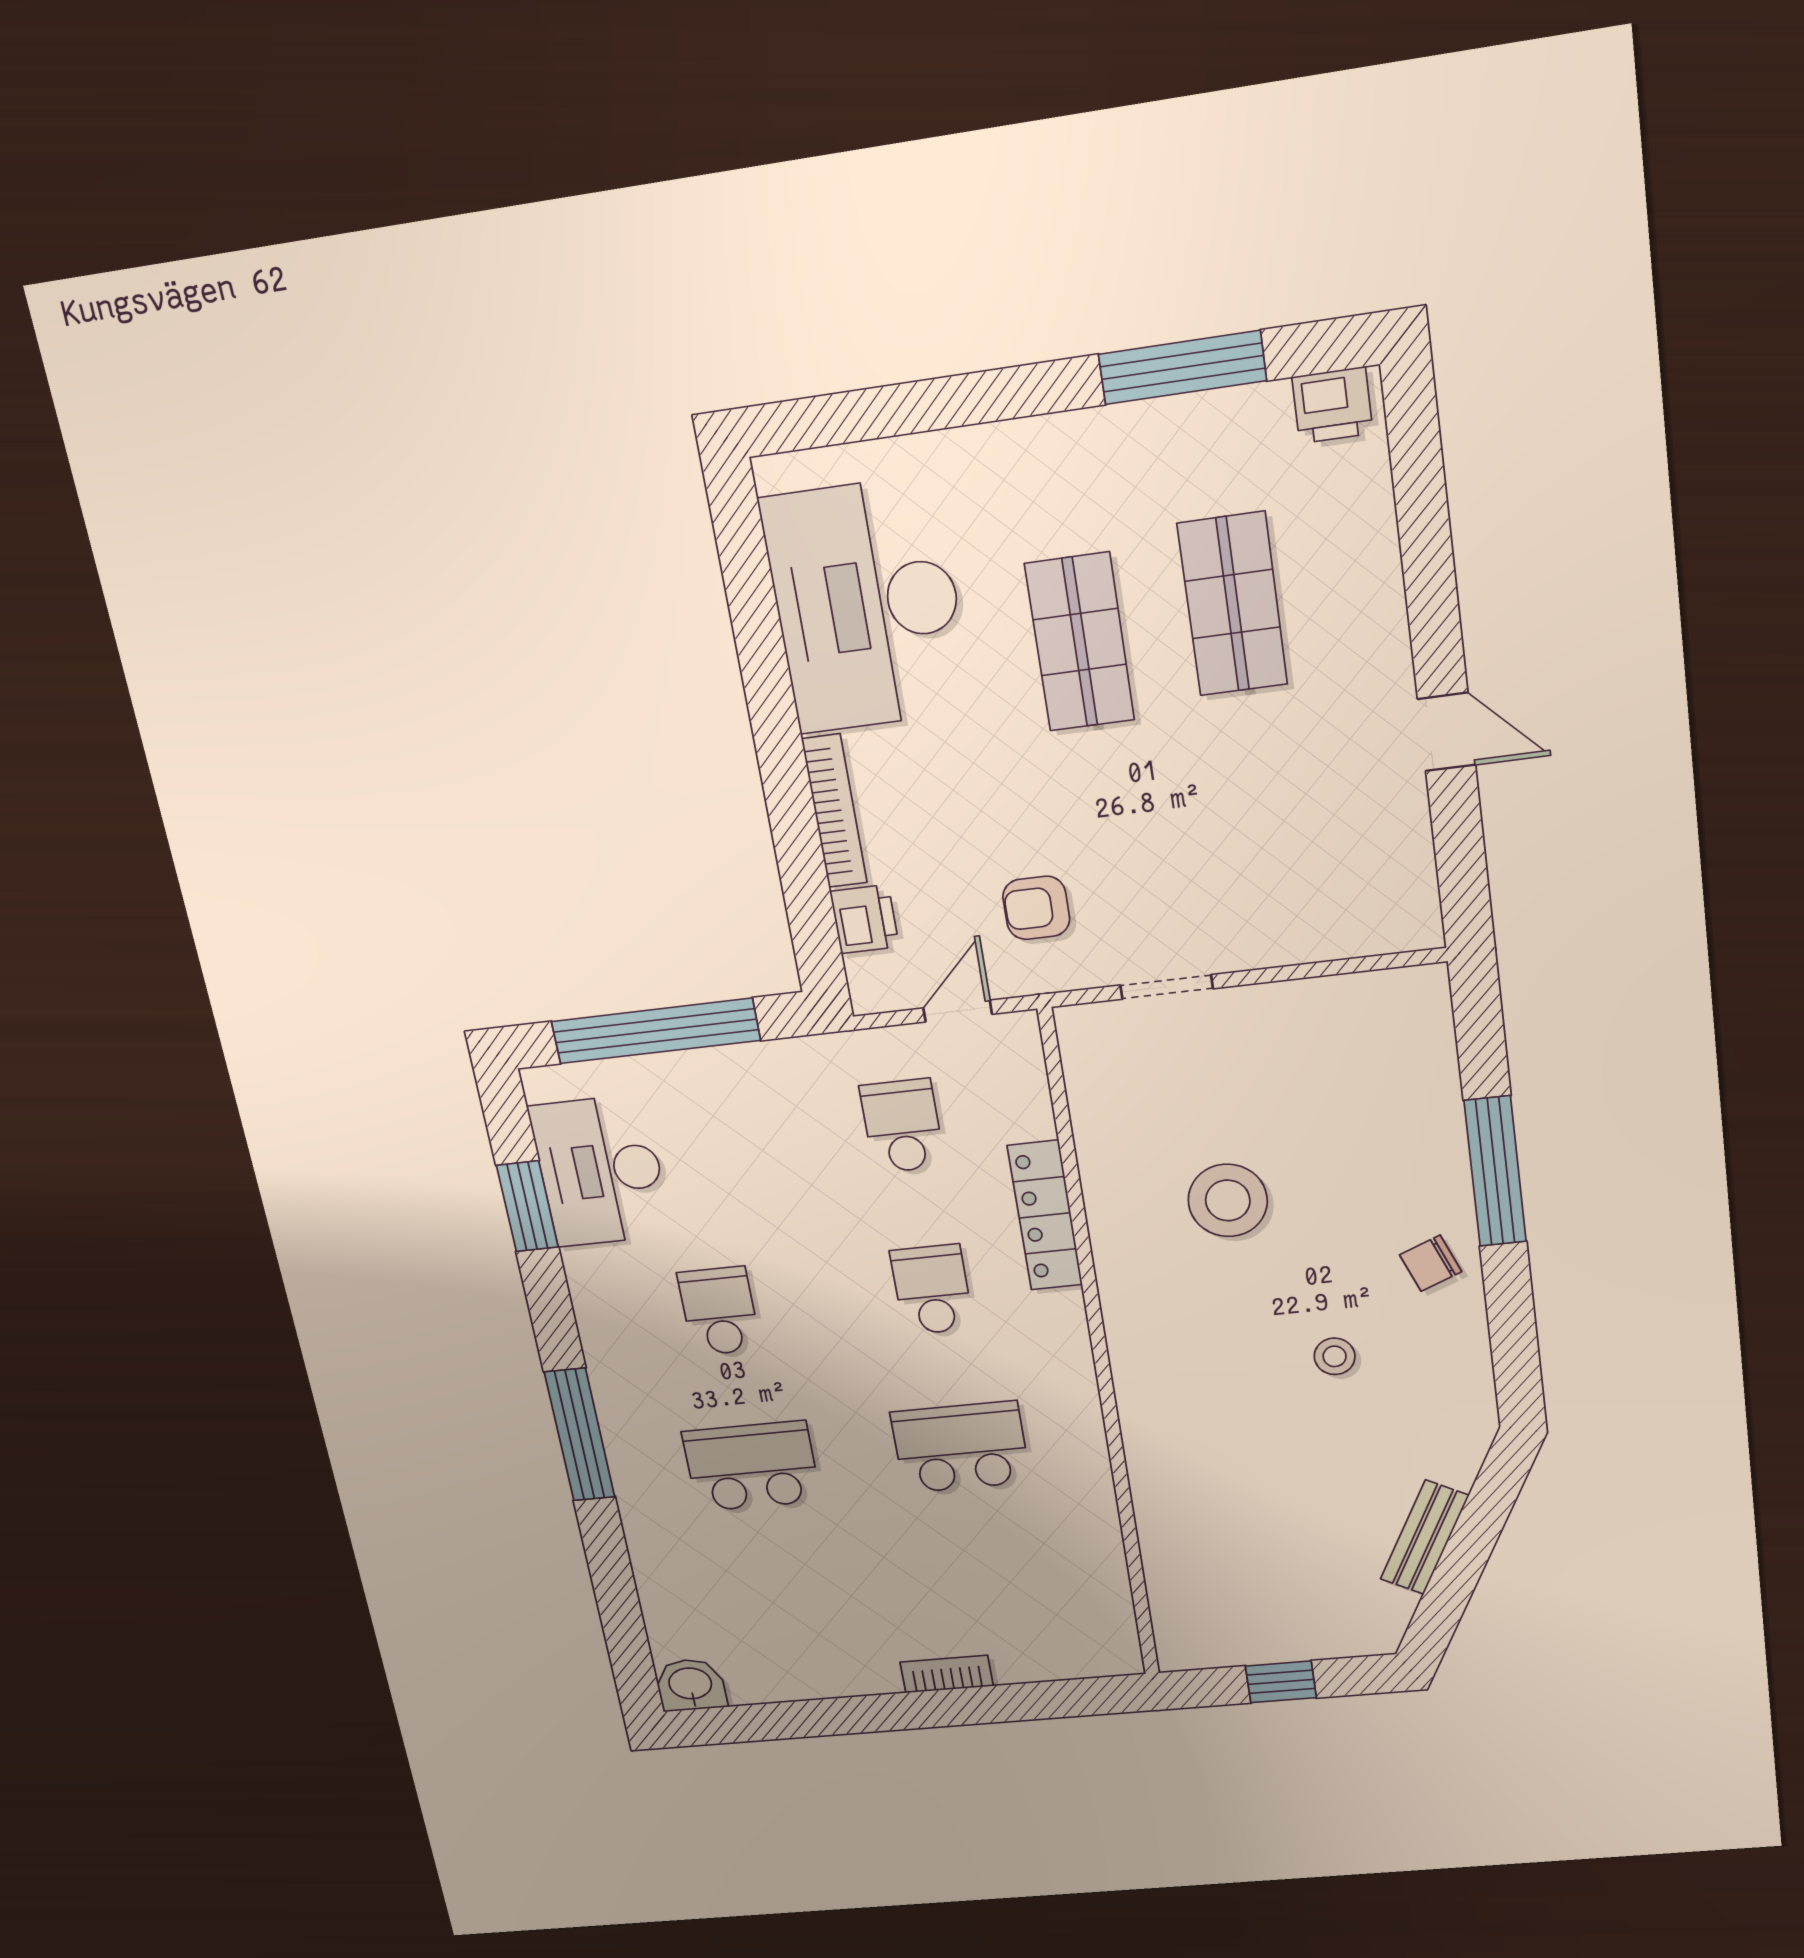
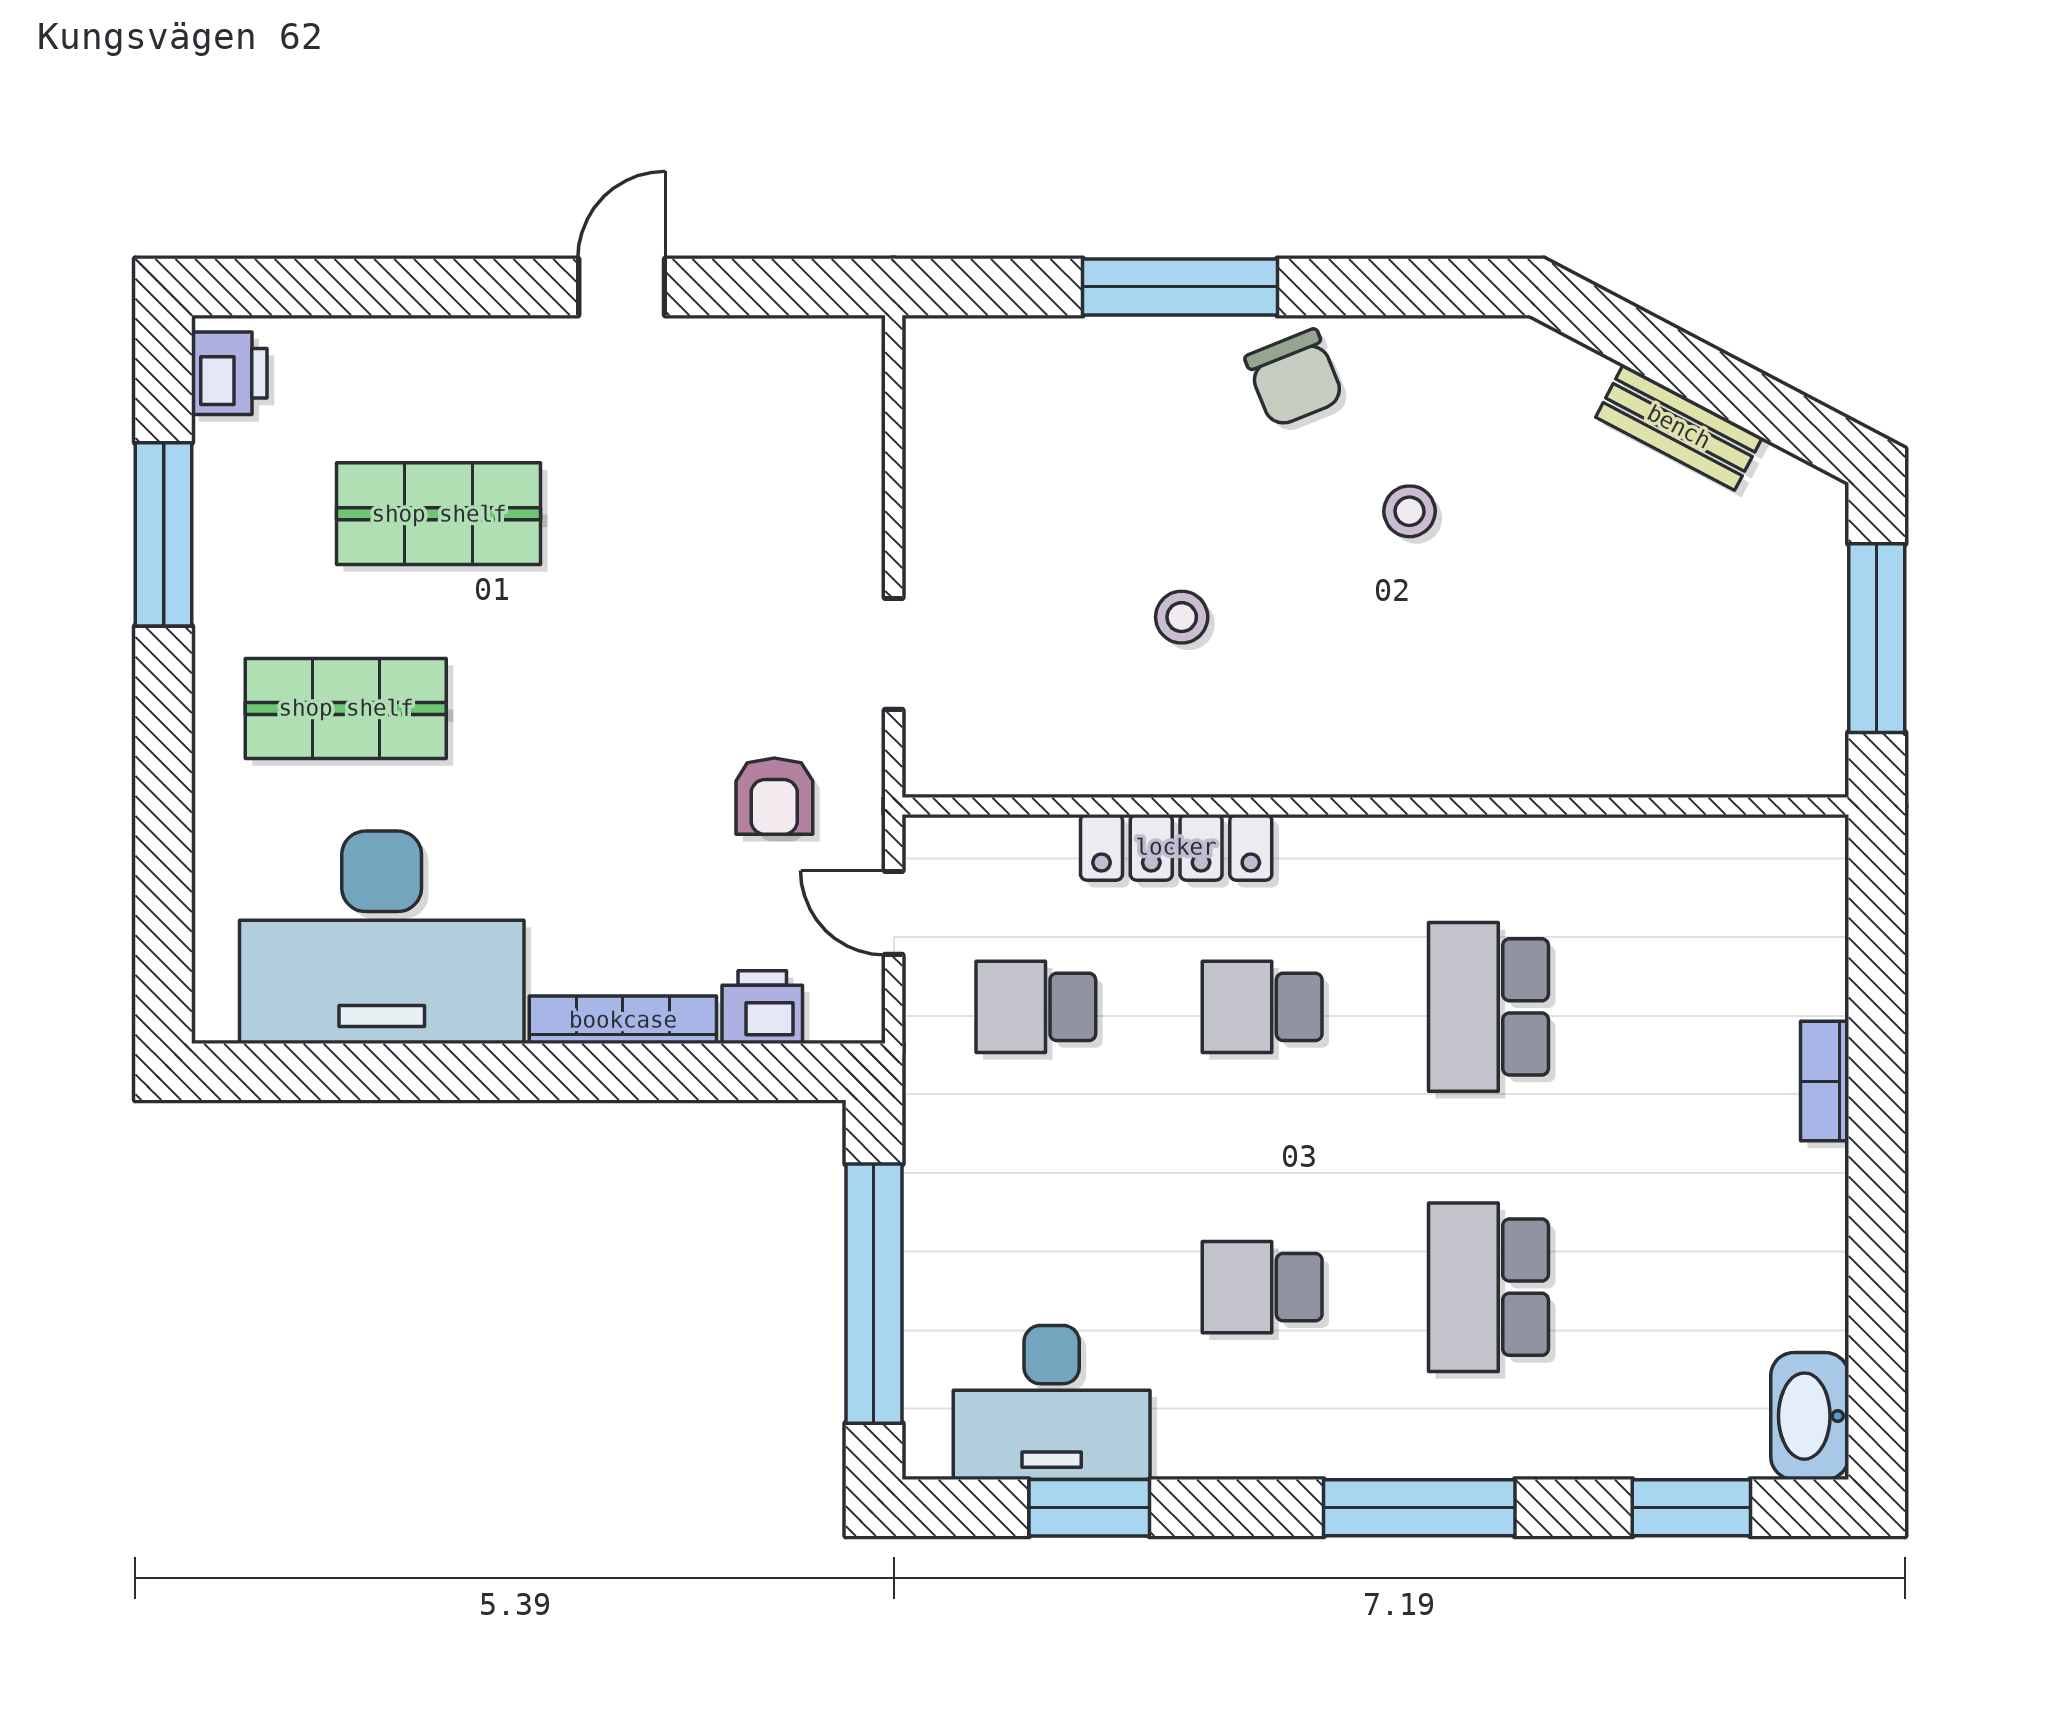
shop shelf: (1080, 642) -> (346, 708), moved
stool: (1228, 1200) -> (1182, 617), width x0.53, depth x0.53
chair: (1431, 1263) -> (1294, 378), width x1.37, depth x1.37
window: (621, 1614) -> (1691, 1508), added
window: (1281, 1682) -> (1877, 638), width x2.17
washbasin: (691, 1685) -> (1810, 1416), width x1.38

